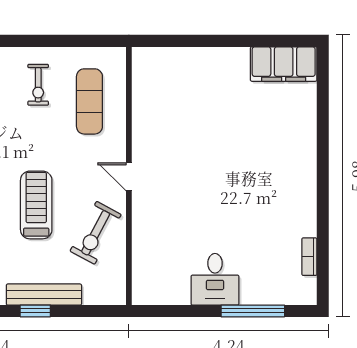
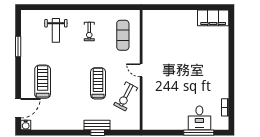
exercise bike: (38, 85) -> (89, 31), moved
desk: (215, 279) -> (199, 118), moved
bench: (44, 295) -> (97, 125), width x0.73

